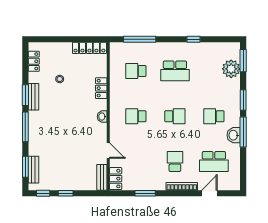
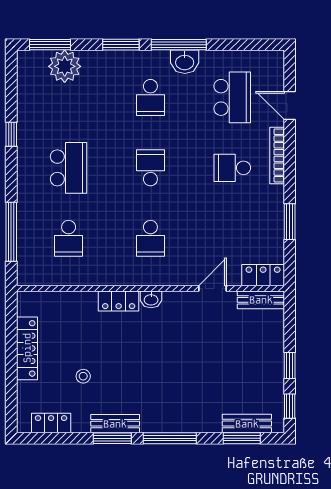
locker: (89, 48) -> (27, 348), moved
locker: (101, 88) -> (119, 301), moved

